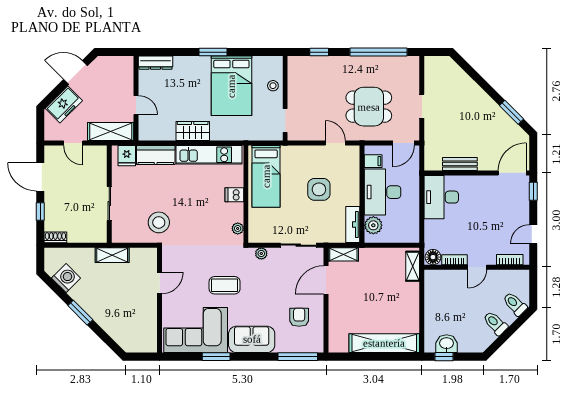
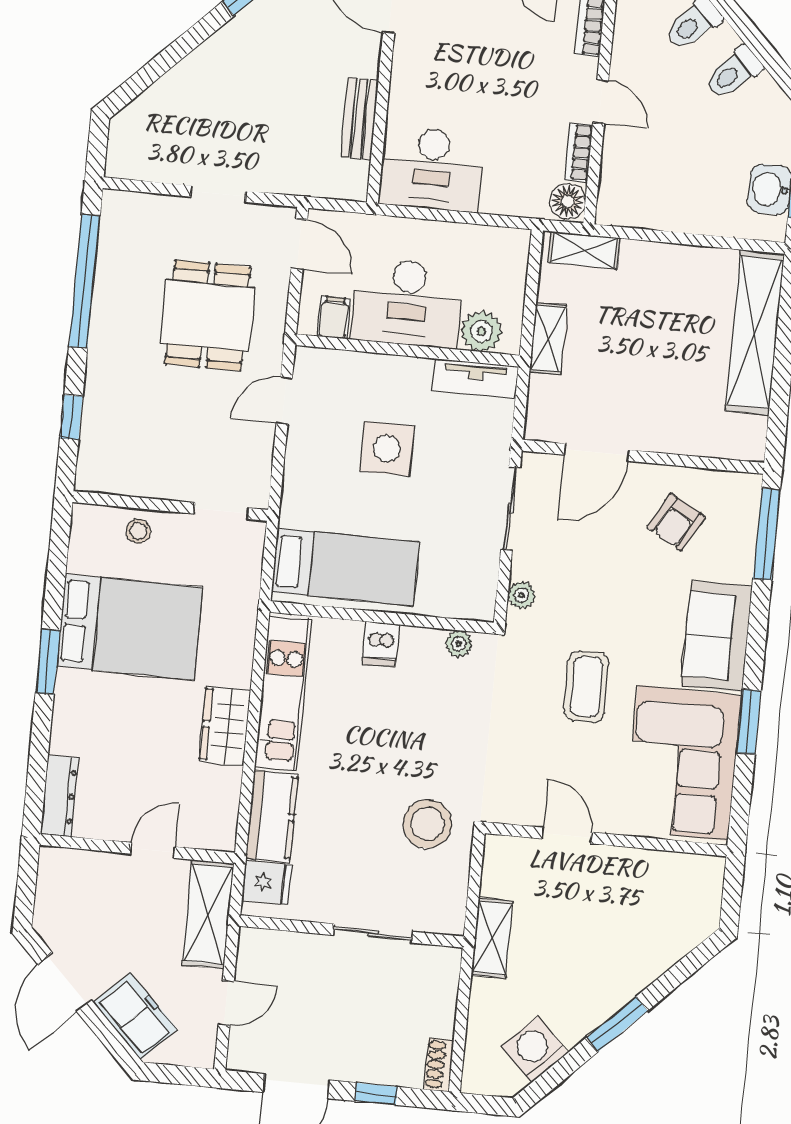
shelving: (343, 254) -> (548, 339), moved
door: (326, 280) -> (597, 452), hinge flipped
armchair: (299, 317) -> (676, 522), turned -60

